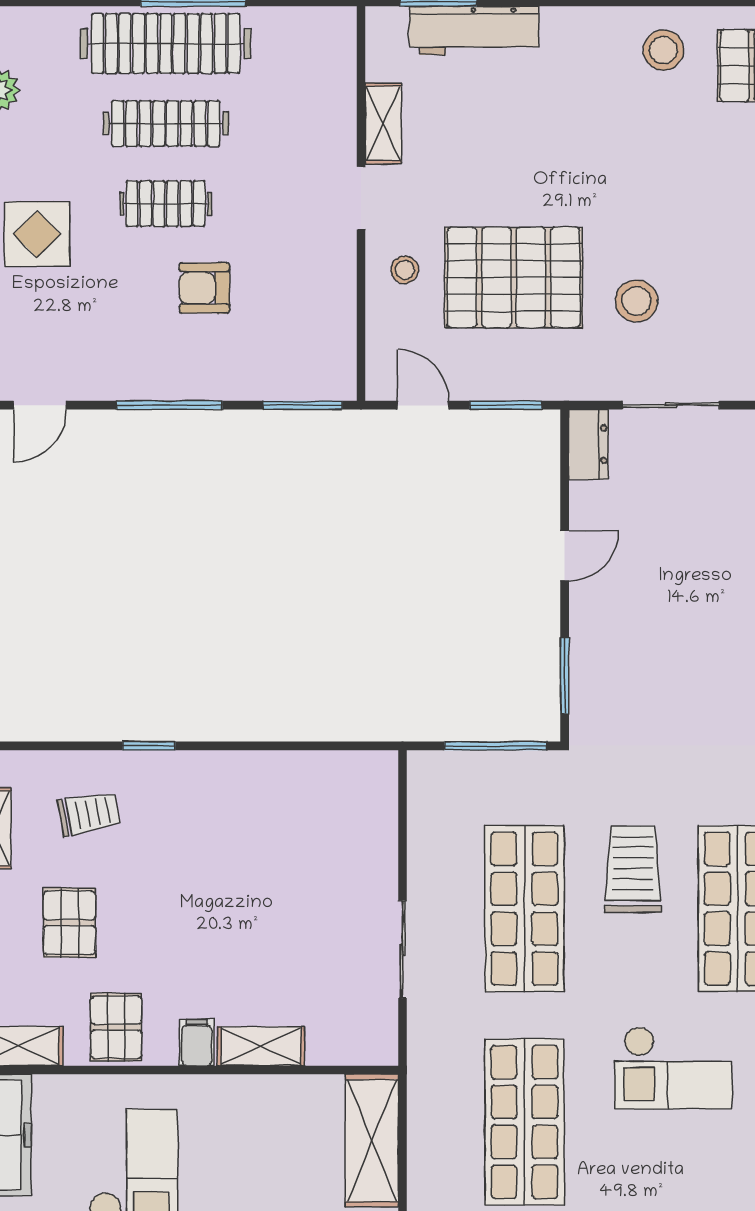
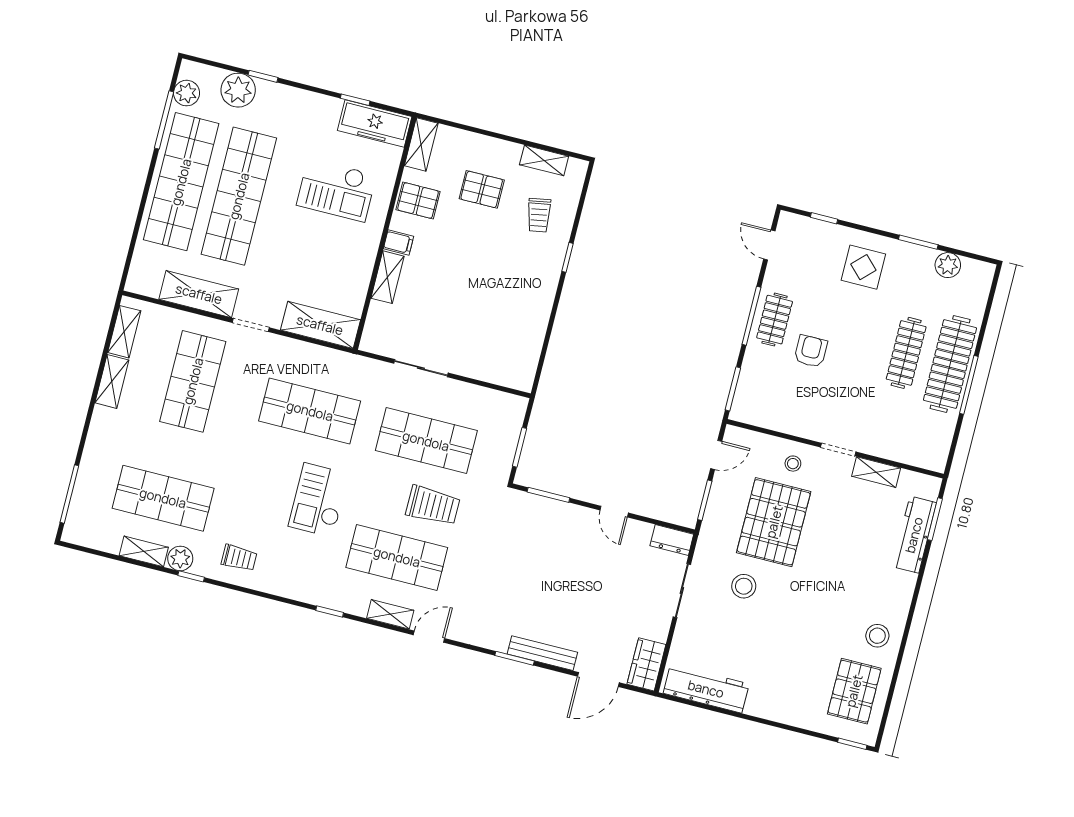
clothes rail: (166, 204) -> (775, 320), moved
window: (496, 746) -> (520, 447), width x0.69

